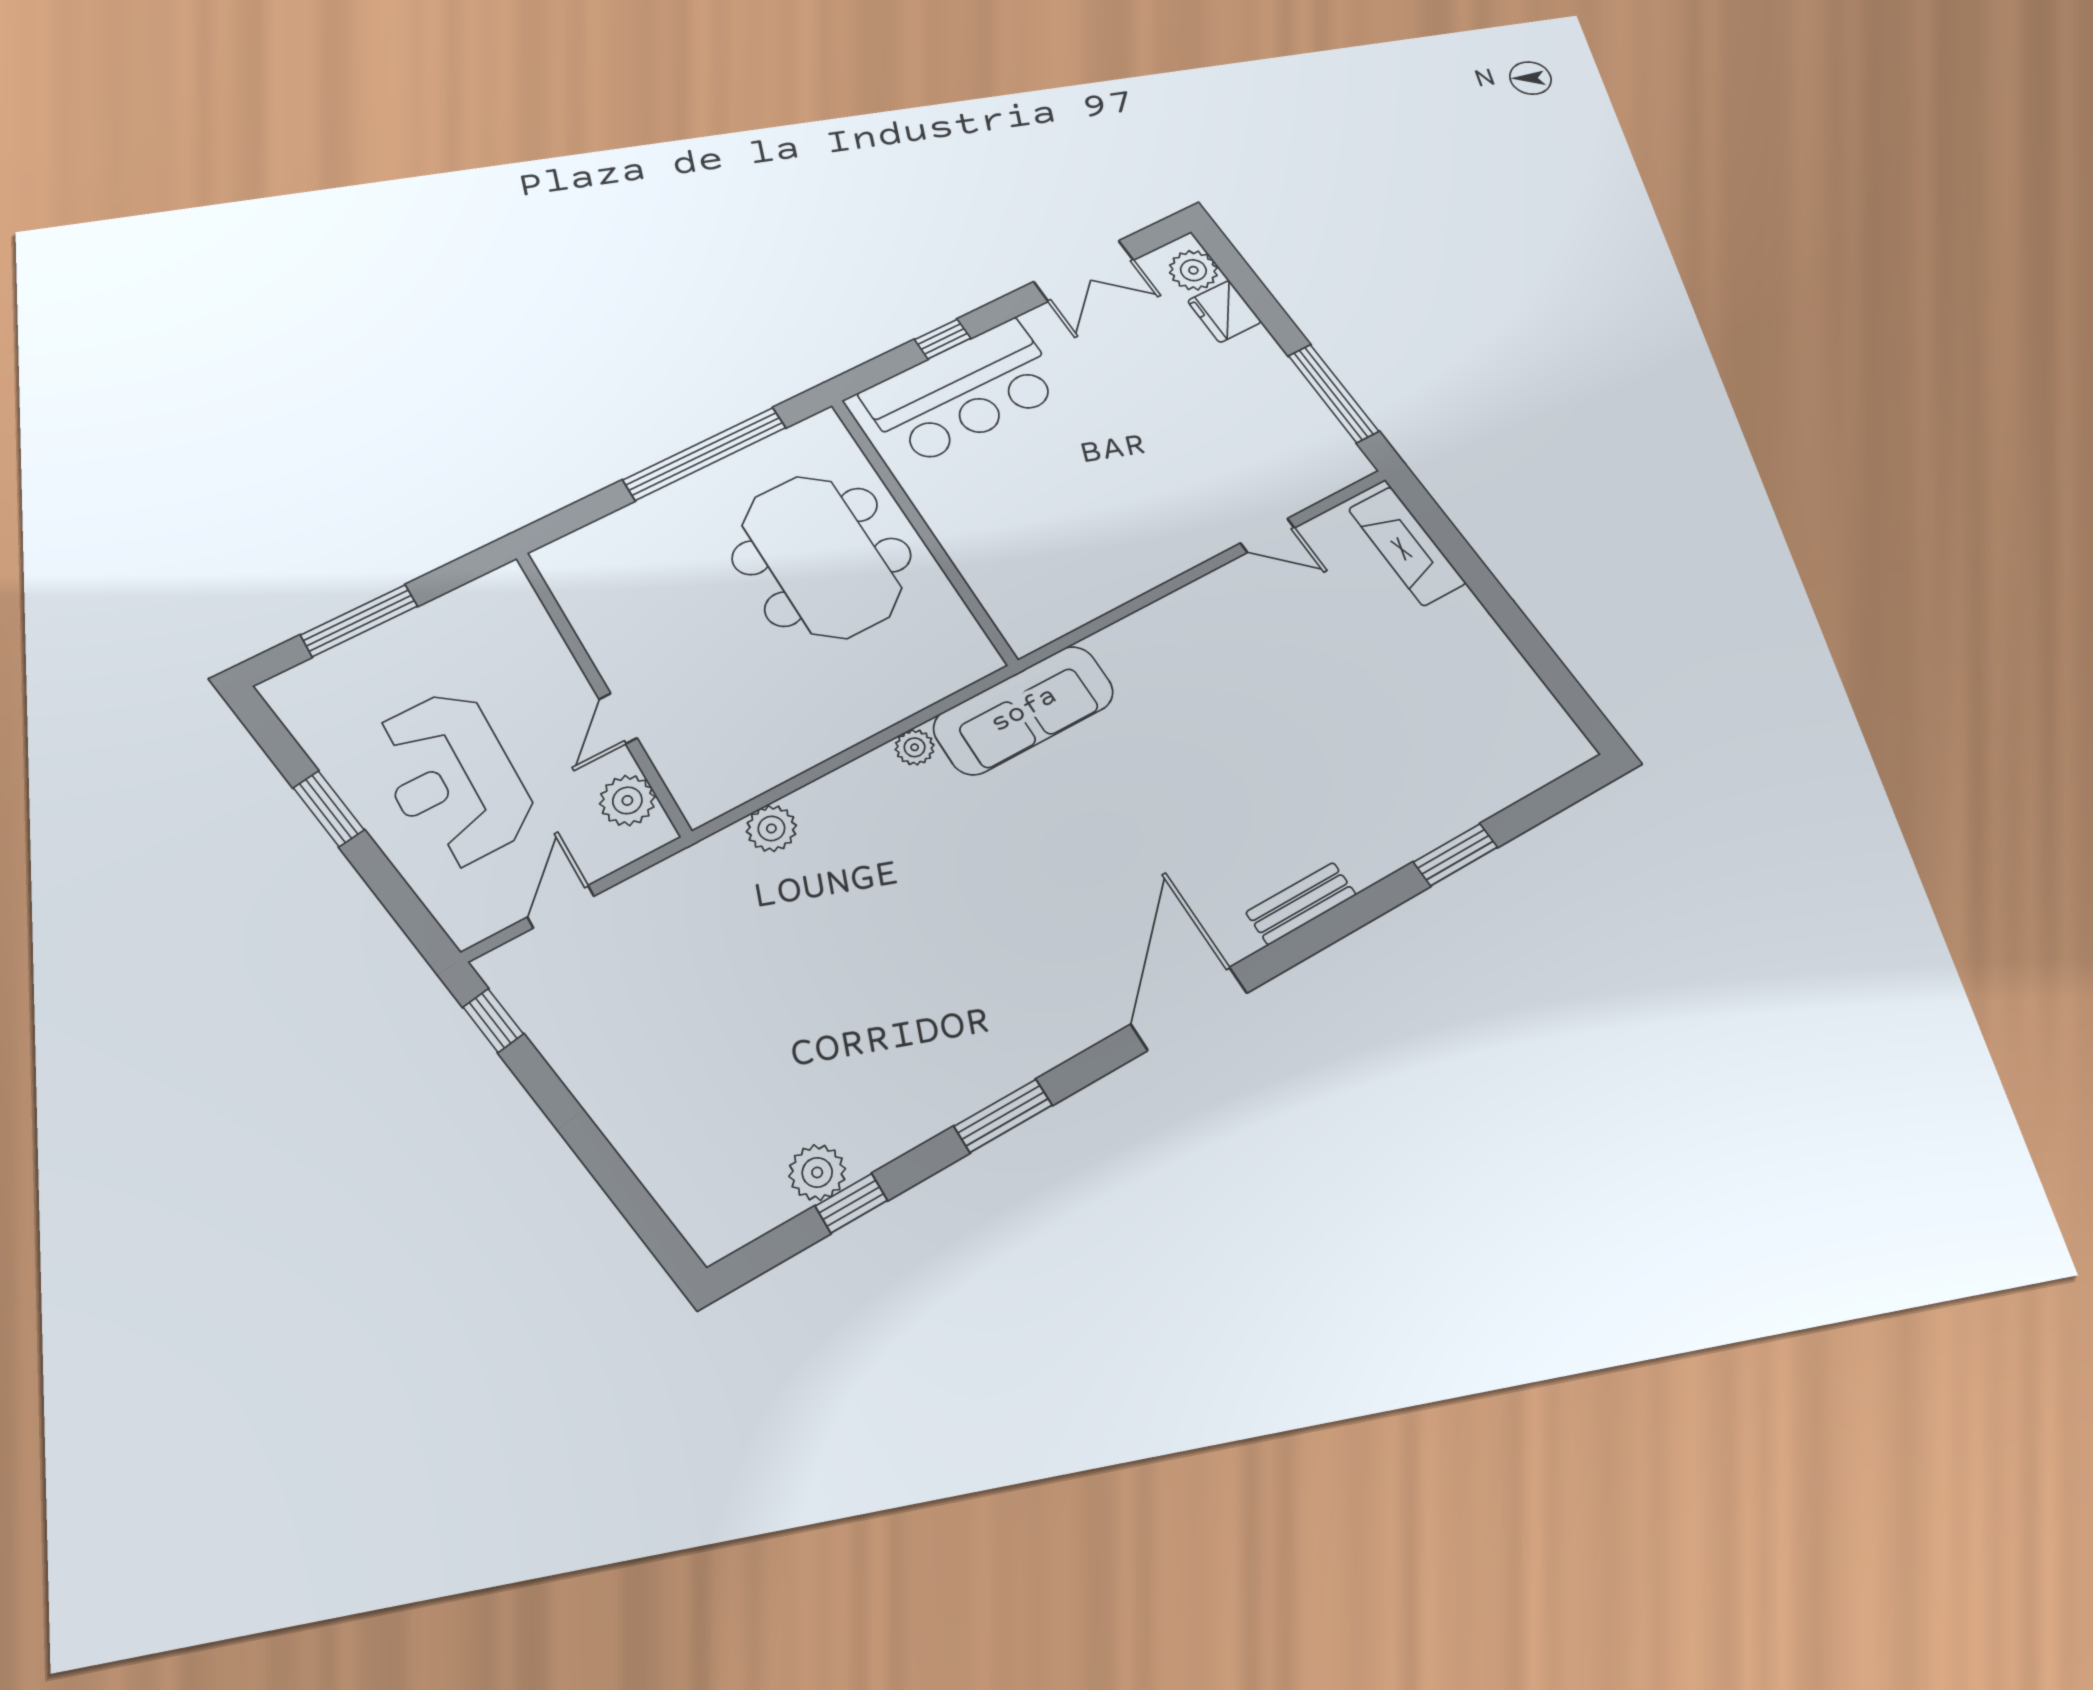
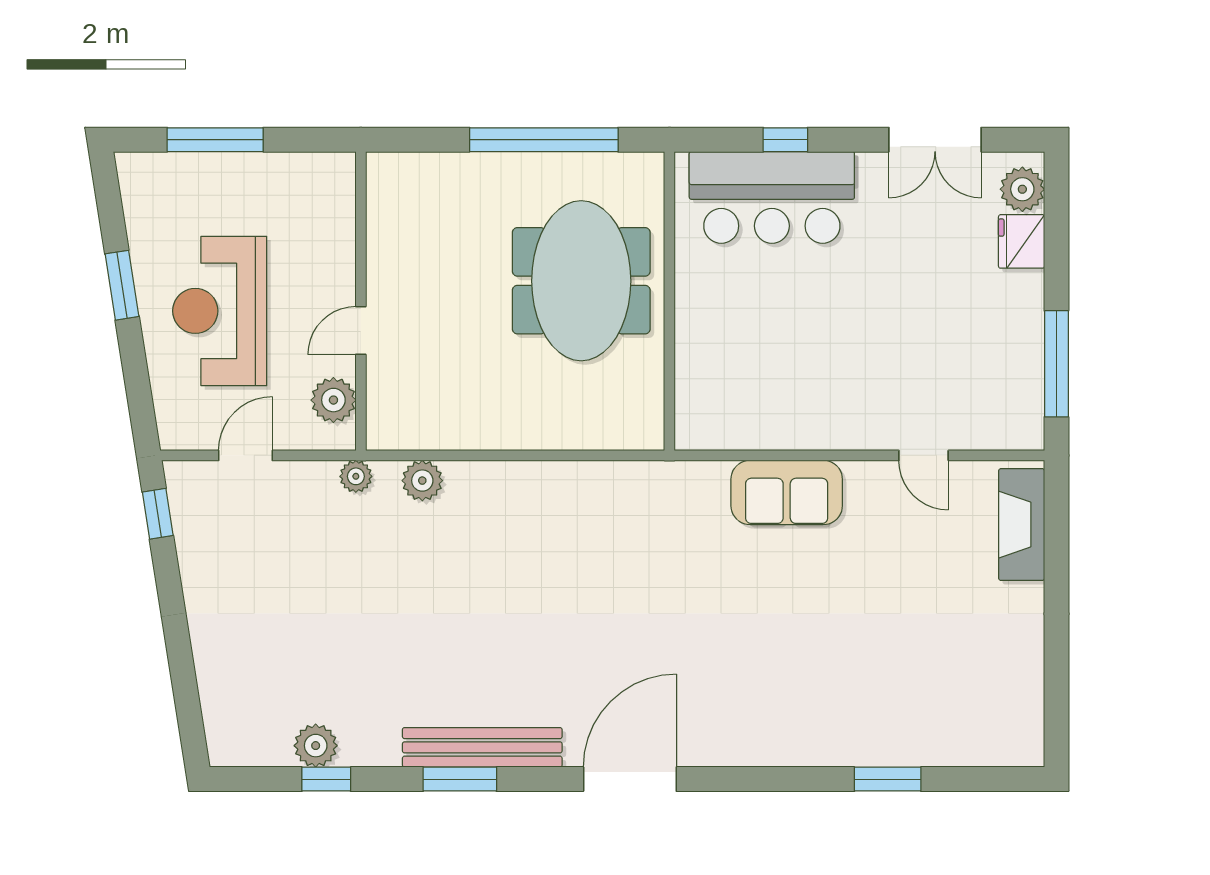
sofa: (1024, 710) -> (787, 492), moved, width x0.73
plant: (915, 747) -> (356, 476), moved
bench: (1301, 904) -> (482, 747), moved, width x1.86, depth x1.21

